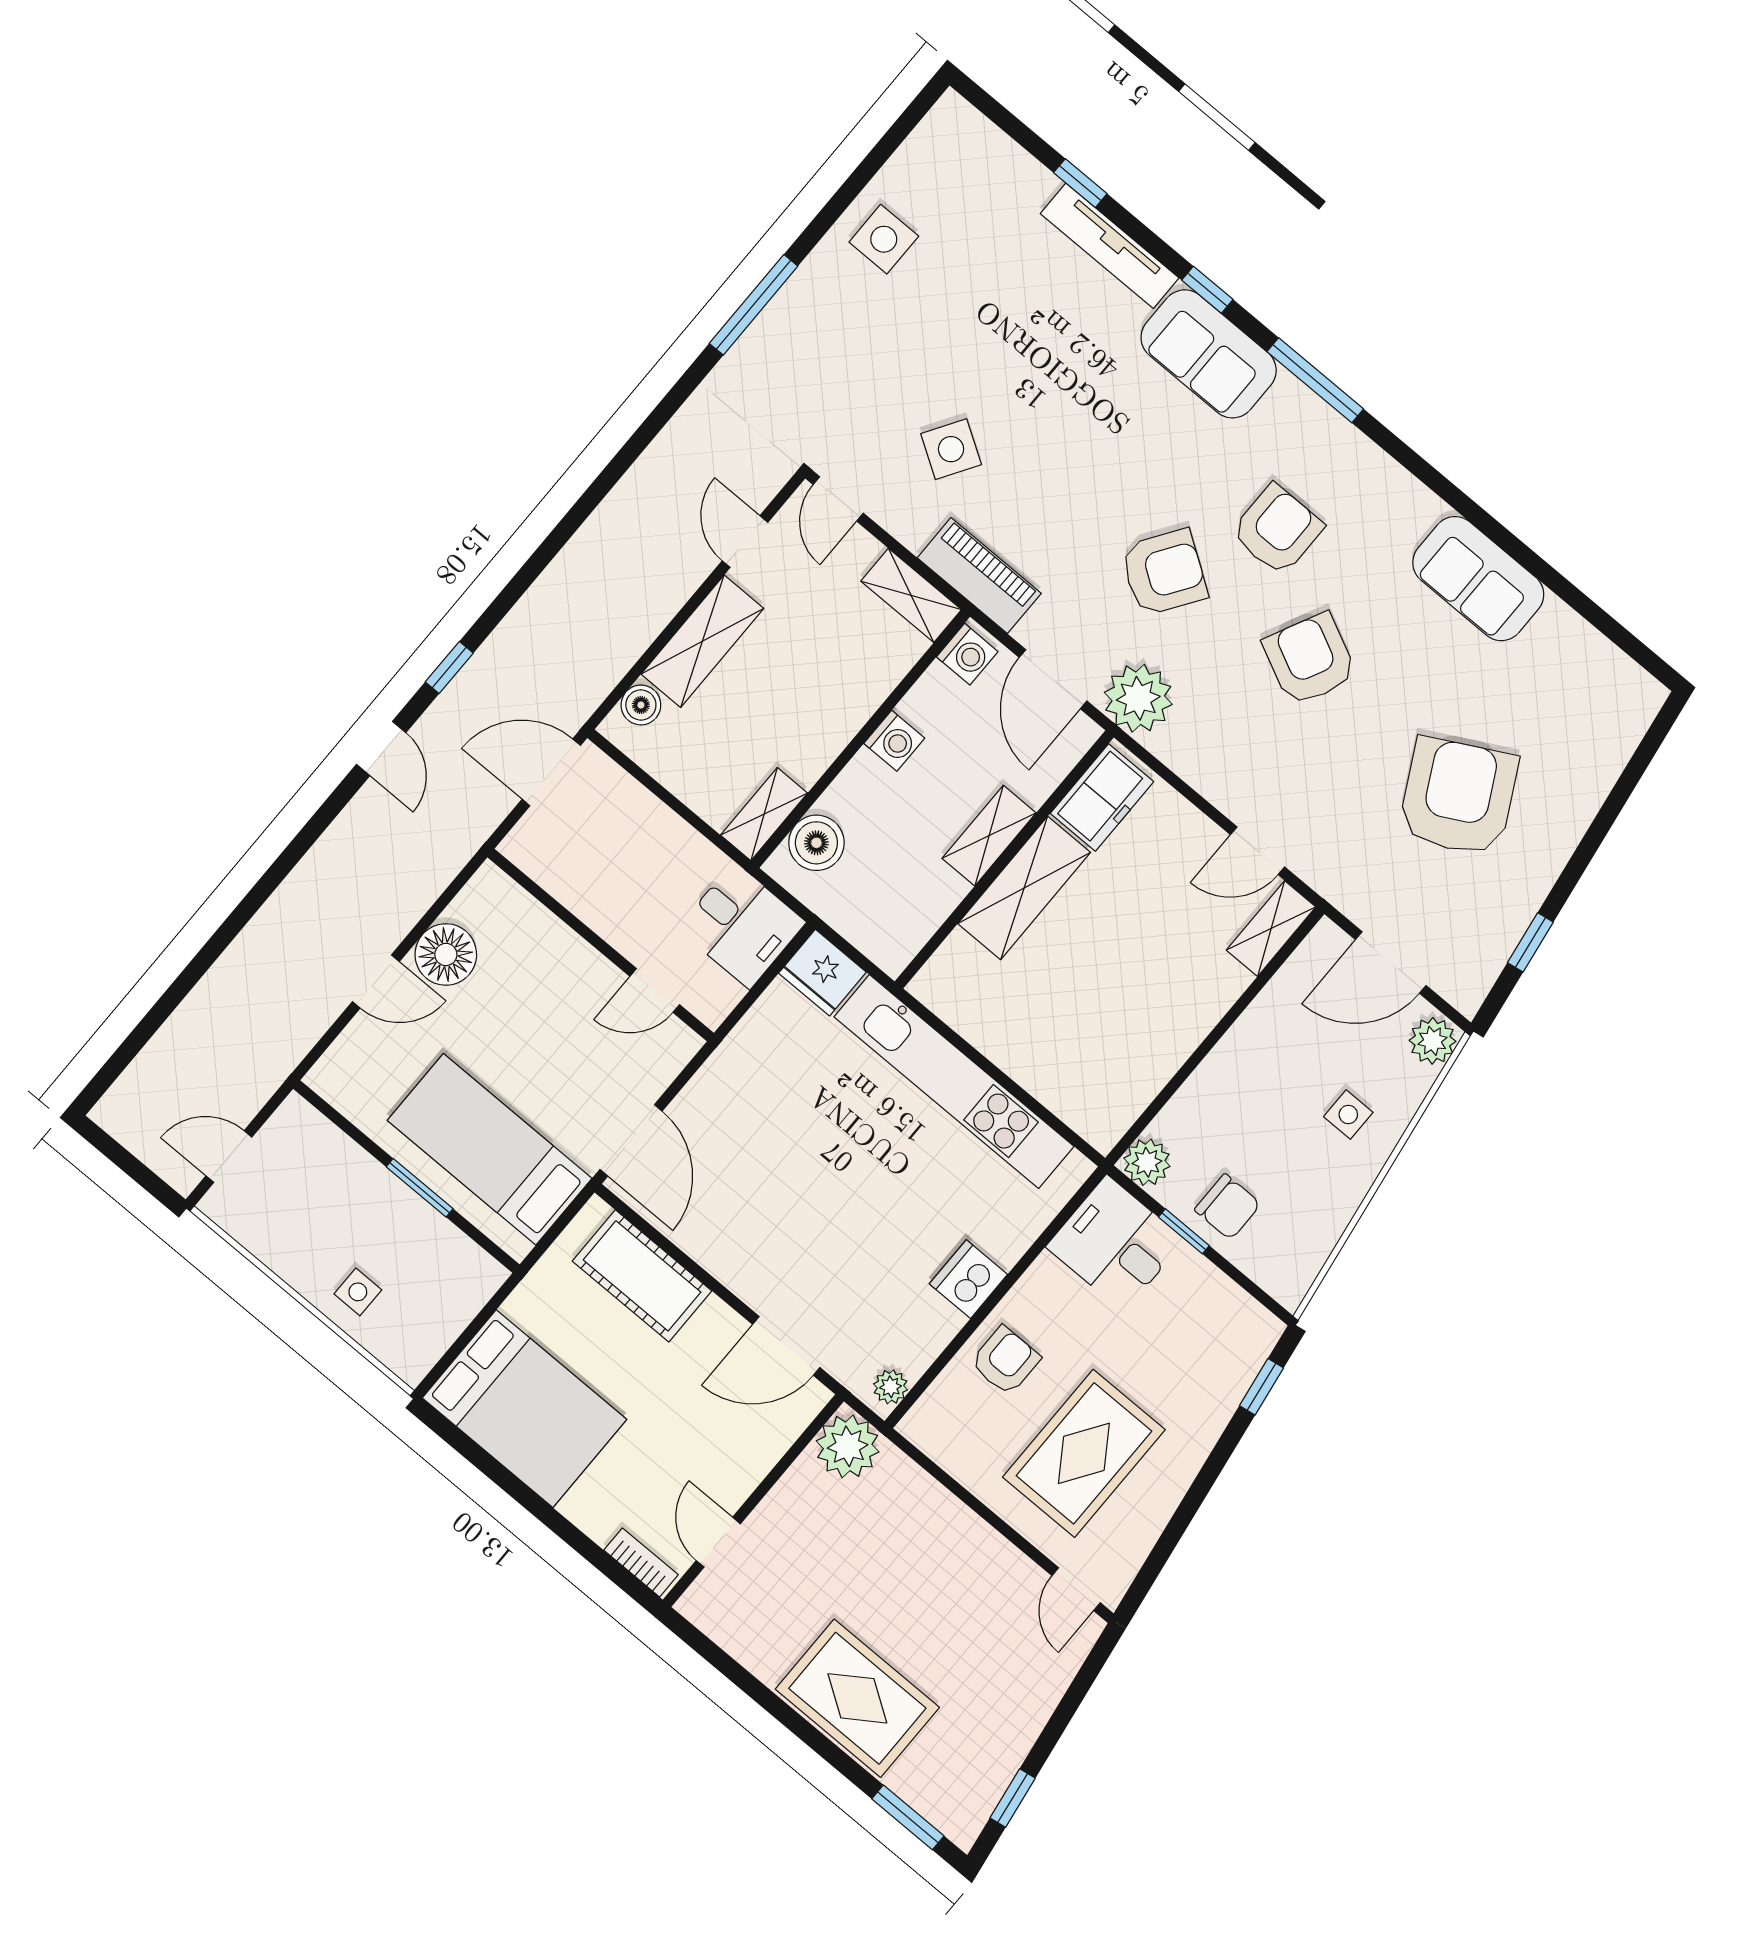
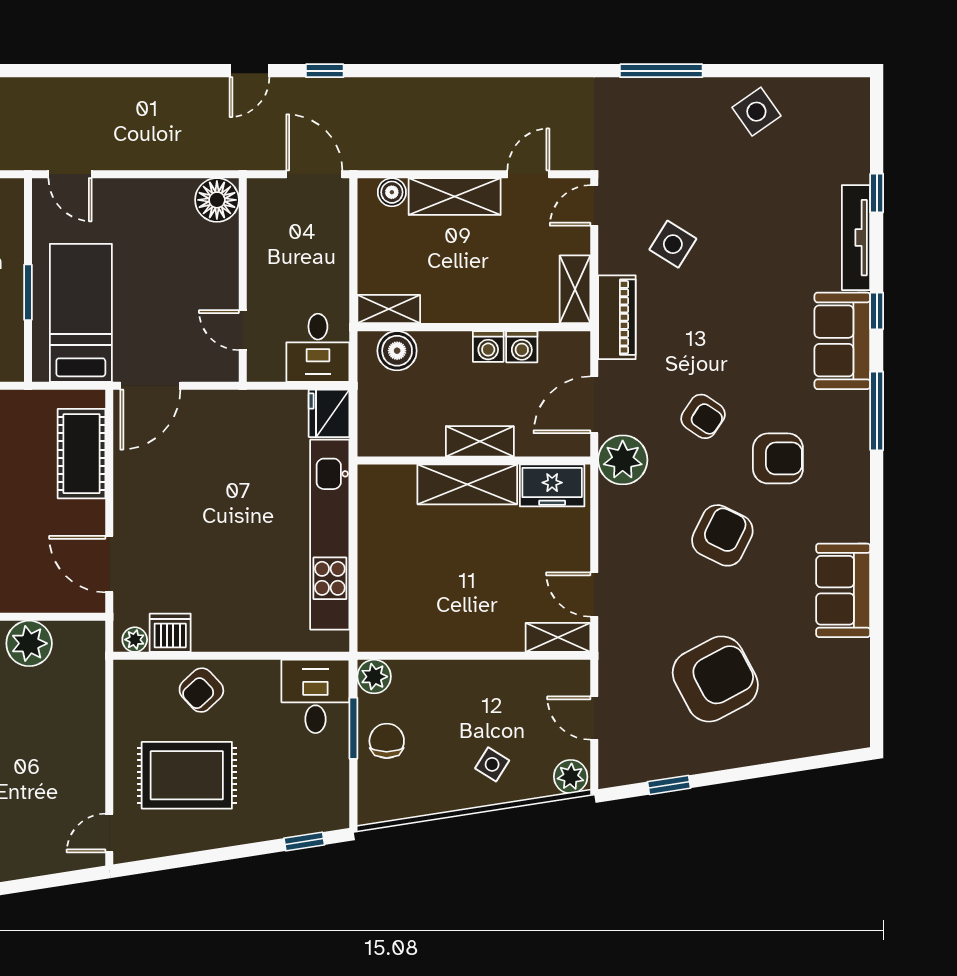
side table: (884, 239) -> (756, 112), turned -35
armchair: (1164, 572) -> (703, 416), width x0.72, depth x0.72
washing machine: (967, 654) -> (522, 347), moved
floor lamp: (446, 954) -> (217, 200), moved
door: (1391, 962) -> (594, 718), width x0.73
door: (376, 982) -> (70, 174), moved
side table: (1348, 1114) -> (492, 764), turned 32
chair: (1228, 1207) -> (387, 741), turned 180
window: (1184, 1231) -> (353, 728), width x1.50
dishwasher: (968, 1279) -> (170, 633), moved
armchair: (1005, 1361) -> (201, 690), turned 137
plant: (848, 1446) -> (29, 643), moved

